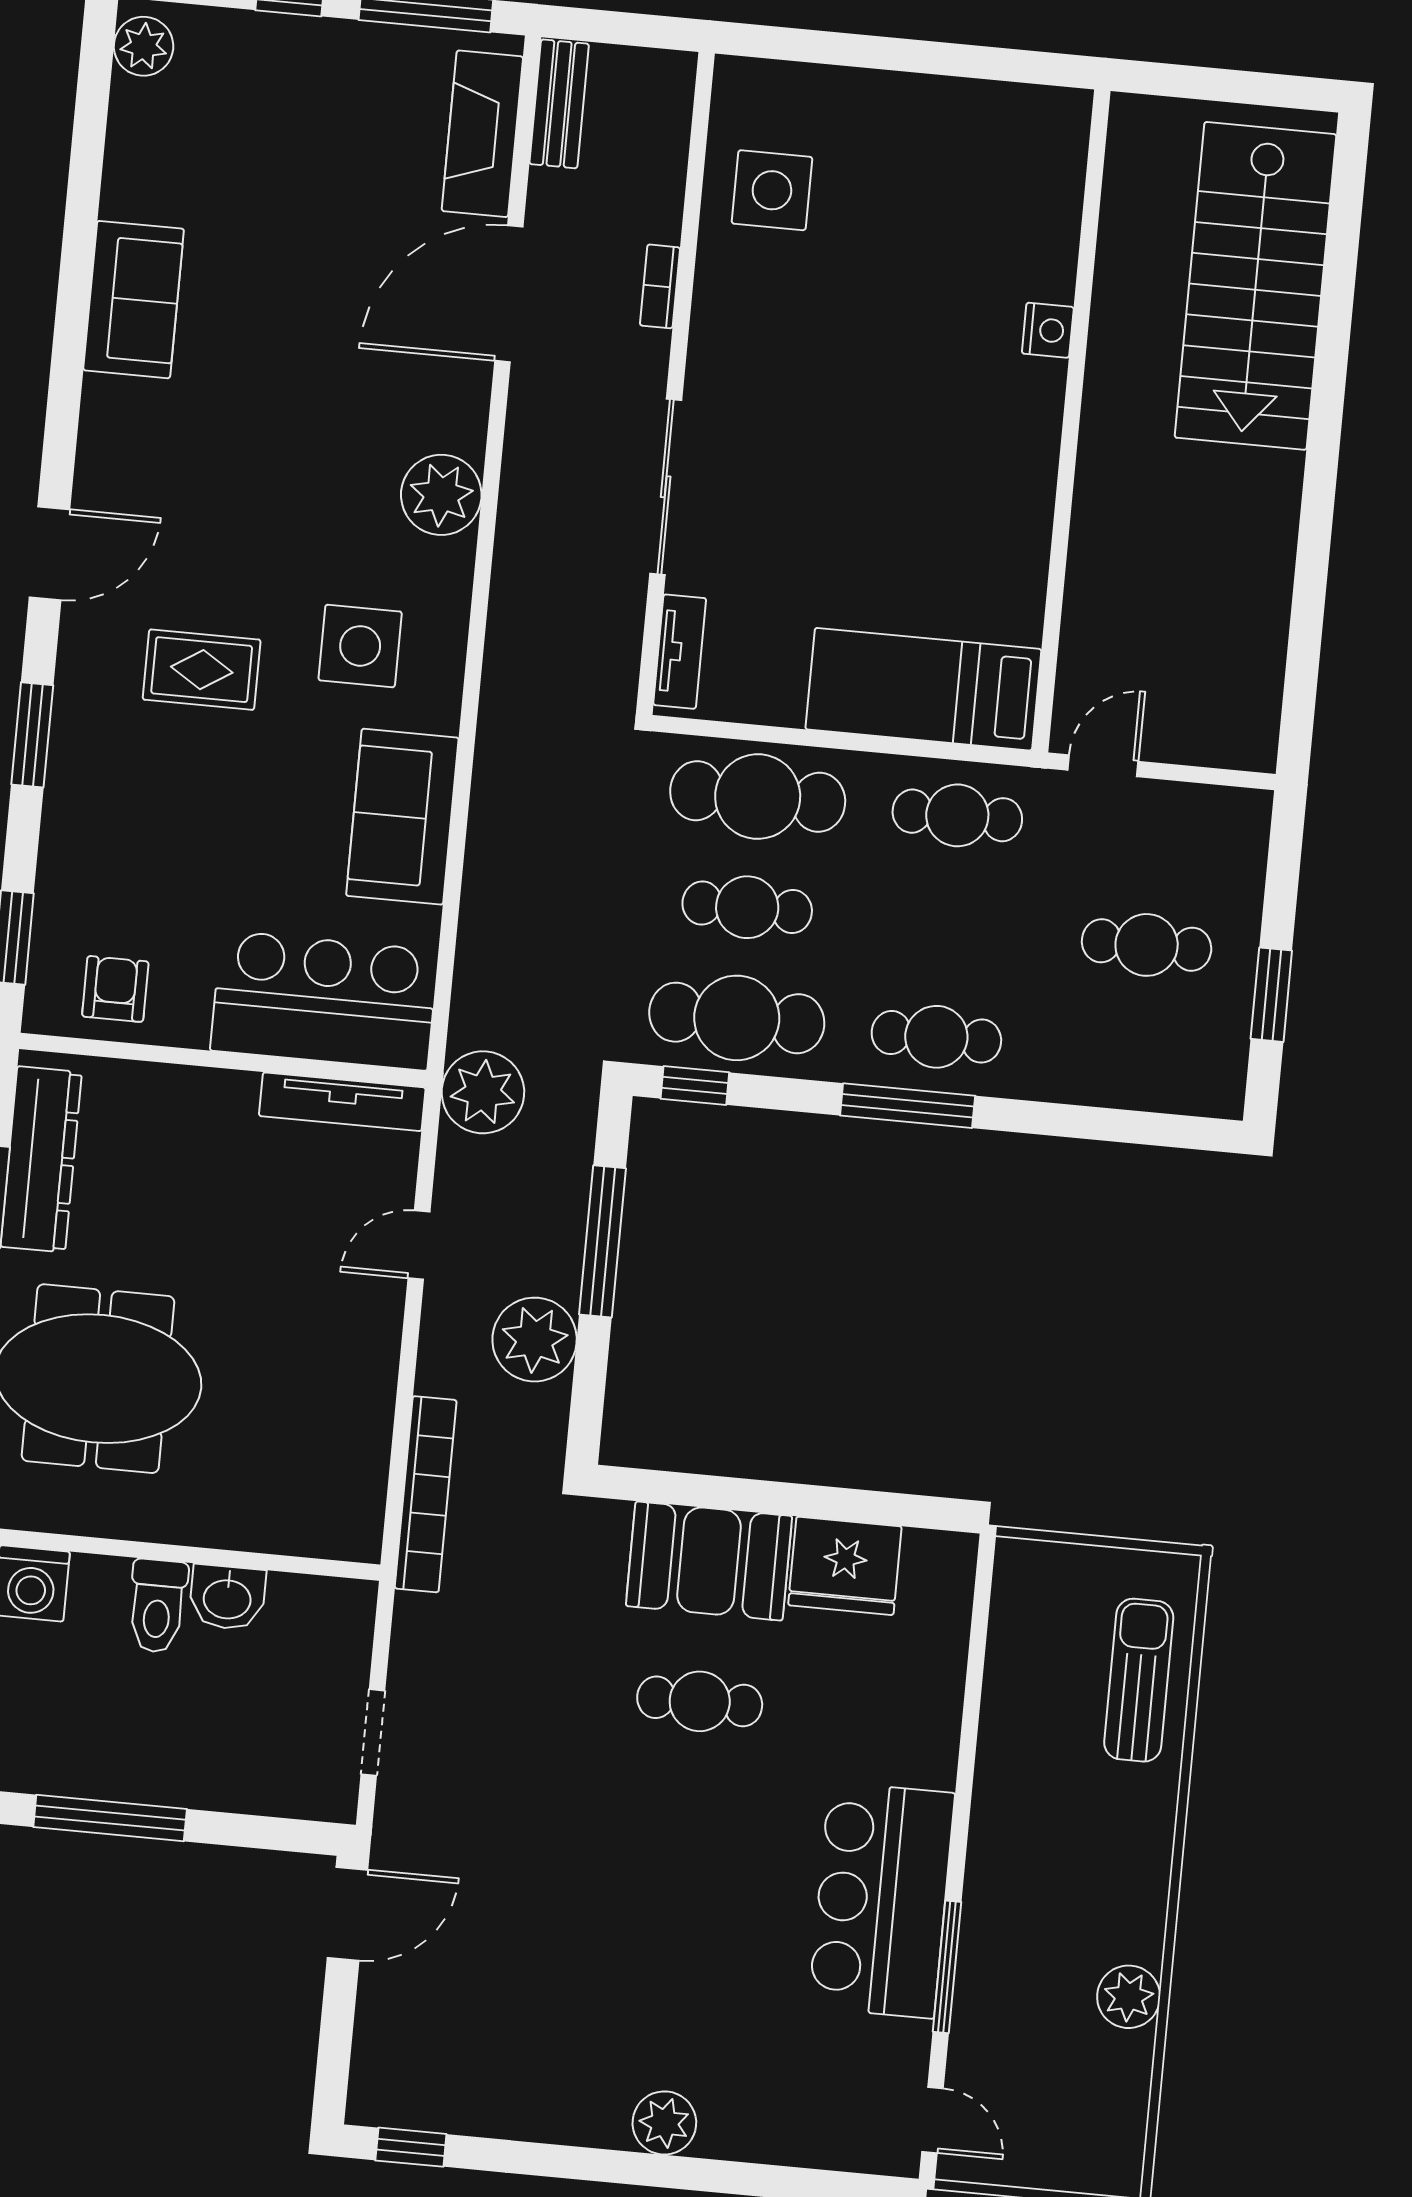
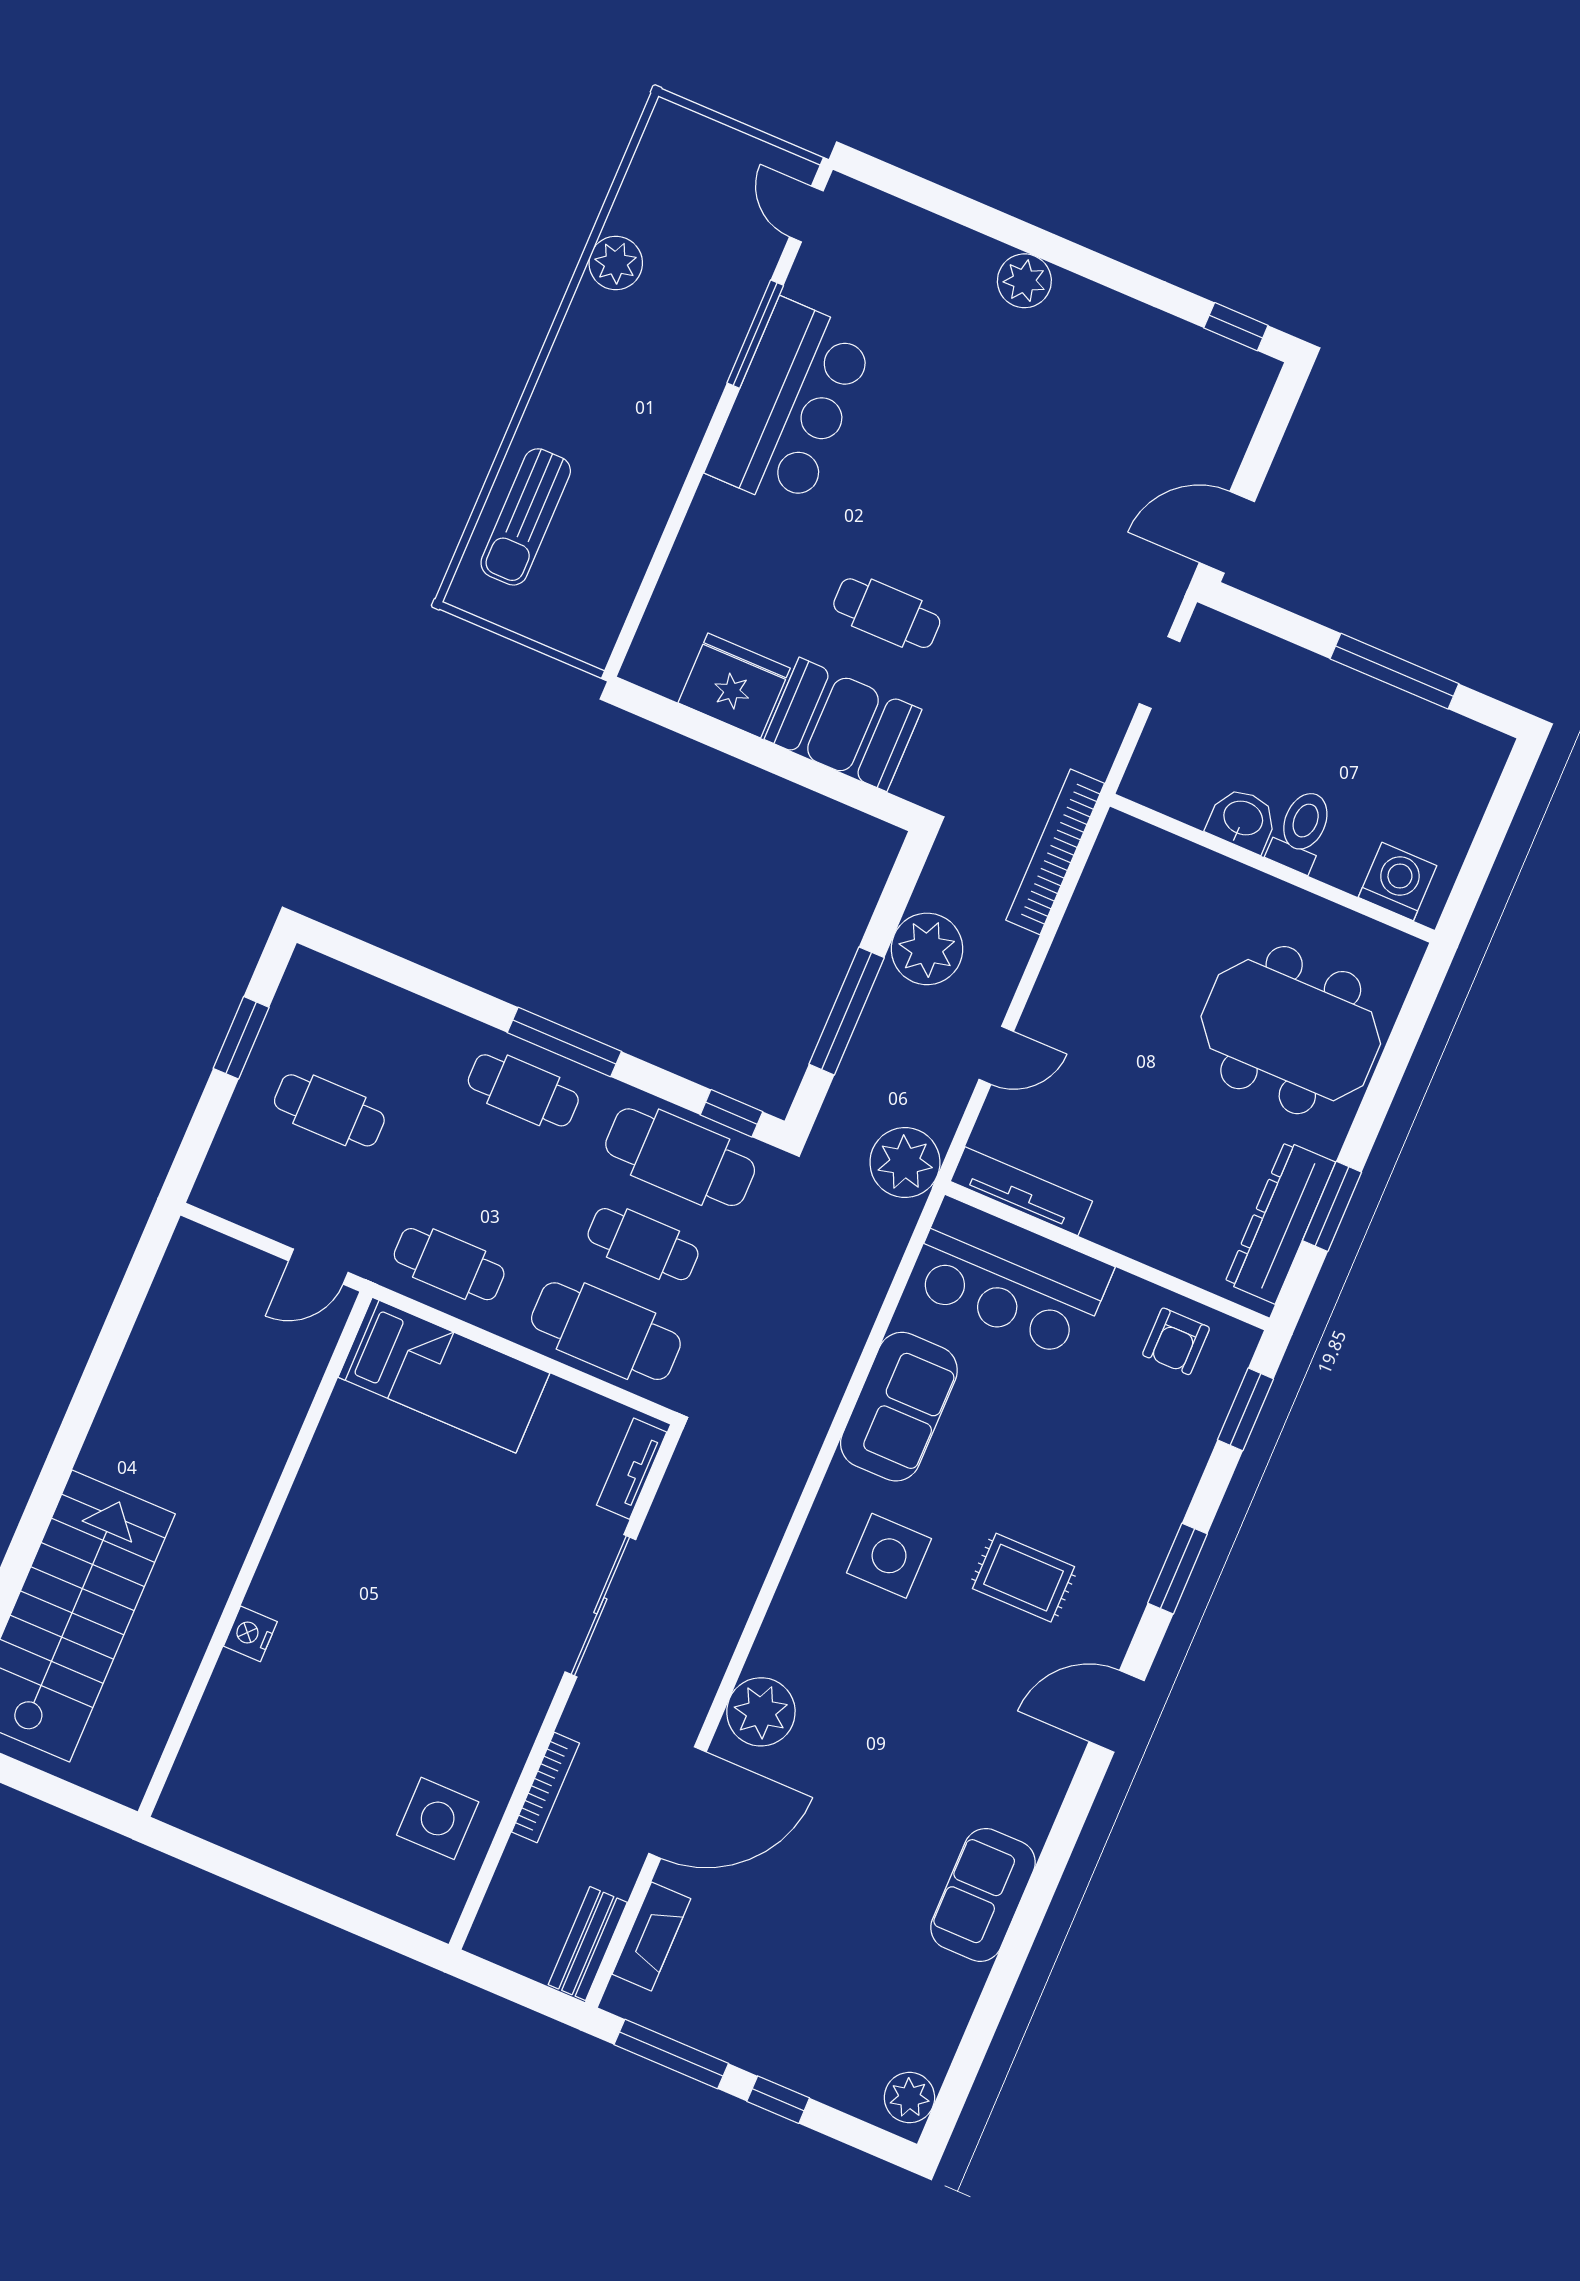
fireplace: (482, 134) -> (651, 1936), width x0.73, depth x0.76
bookcase: (660, 286) -> (546, 1787), width x1.56
plant: (441, 495) -> (761, 1712), moved

